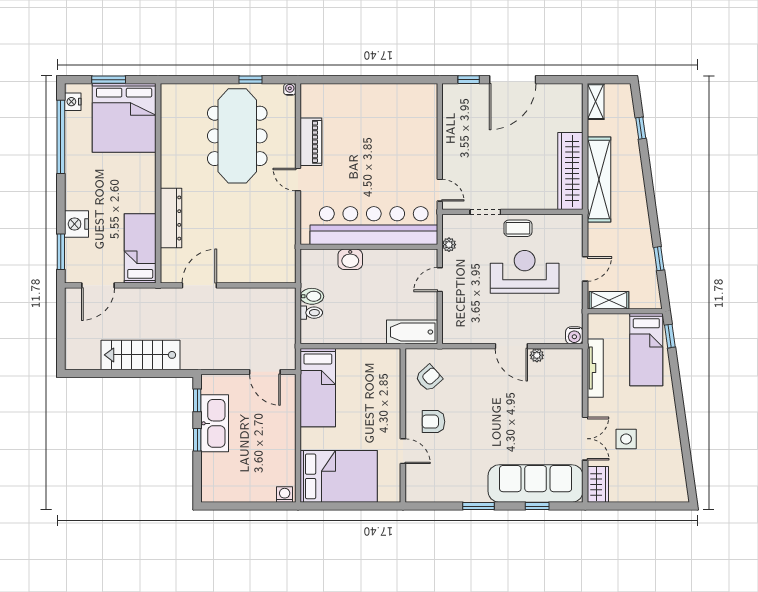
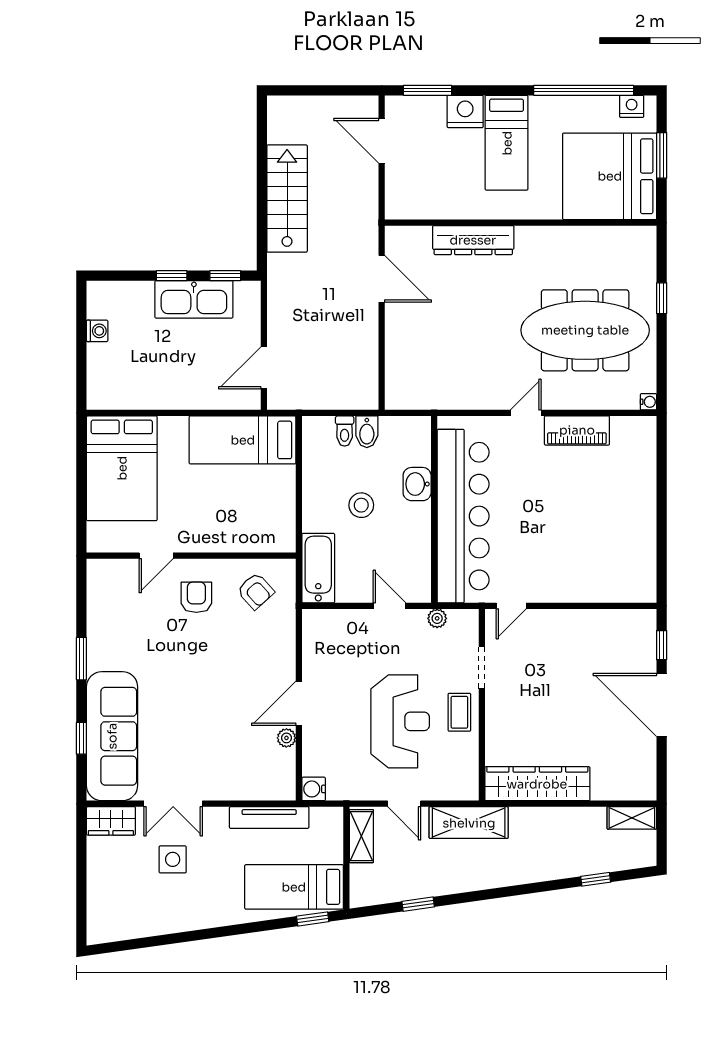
window: (250, 80) -> (662, 298), moved
shelving: (599, 180) -> (469, 823), moved, width x0.68
bed: (140, 248) -> (507, 143), moved, turned 90
stool: (366, 300) -> (361, 505), added
washing machine: (285, 494) -> (97, 331), moved

